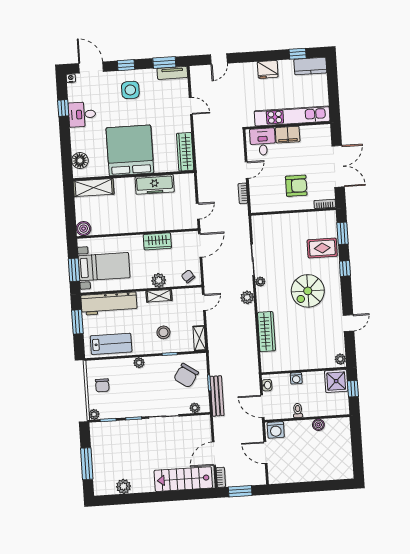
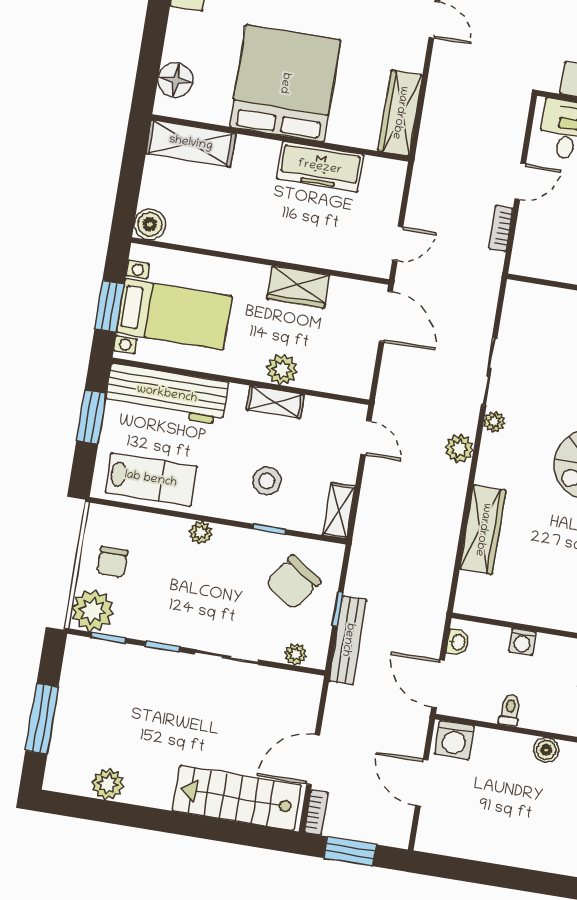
door: (200, 245) -> (386, 316), hinge flipped
chair: (188, 276) -> (346, 376), removed
door: (204, 302) -> (366, 438), hinge flipped
plant: (94, 414) -> (93, 611), width x1.87, depth x1.87

